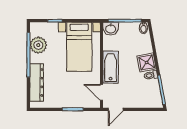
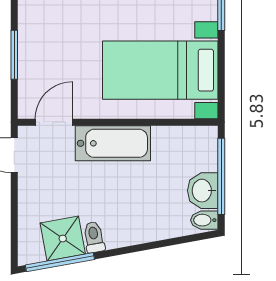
washbasin: (111, 29) -> (203, 191), moved
shower: (147, 62) -> (63, 239), moved

